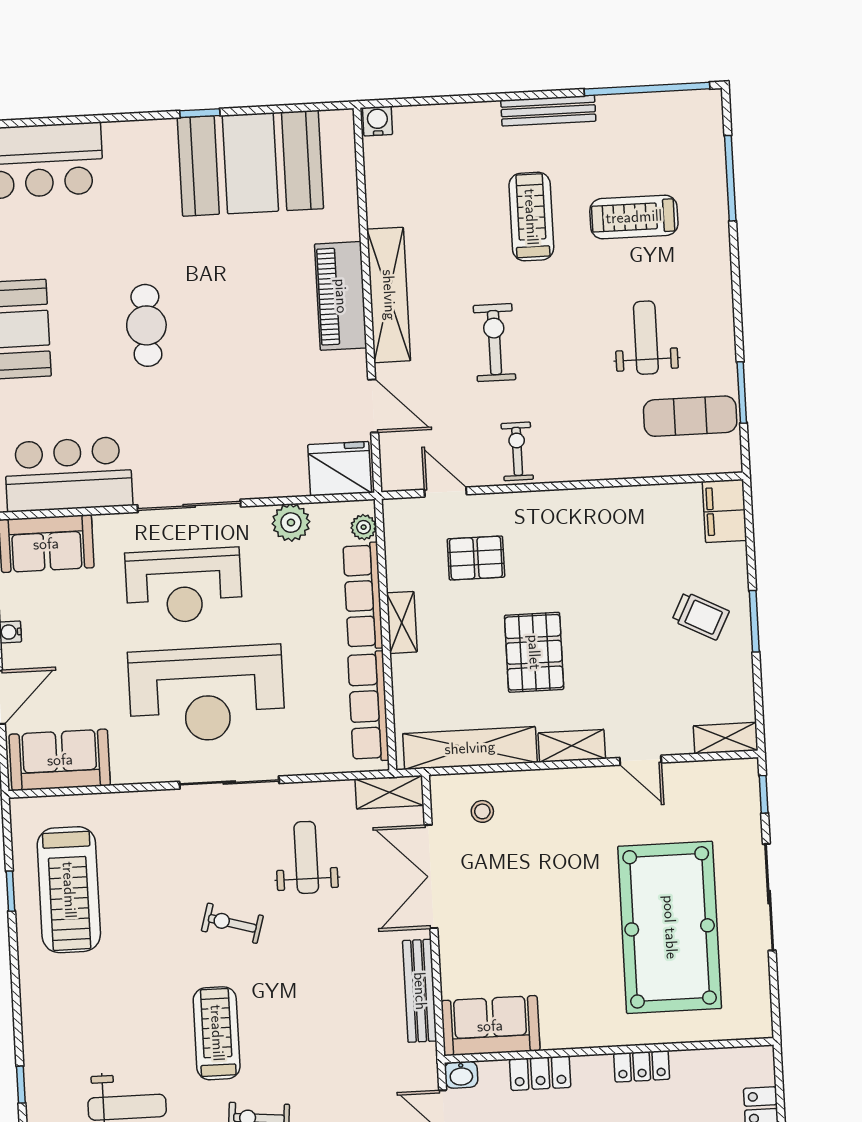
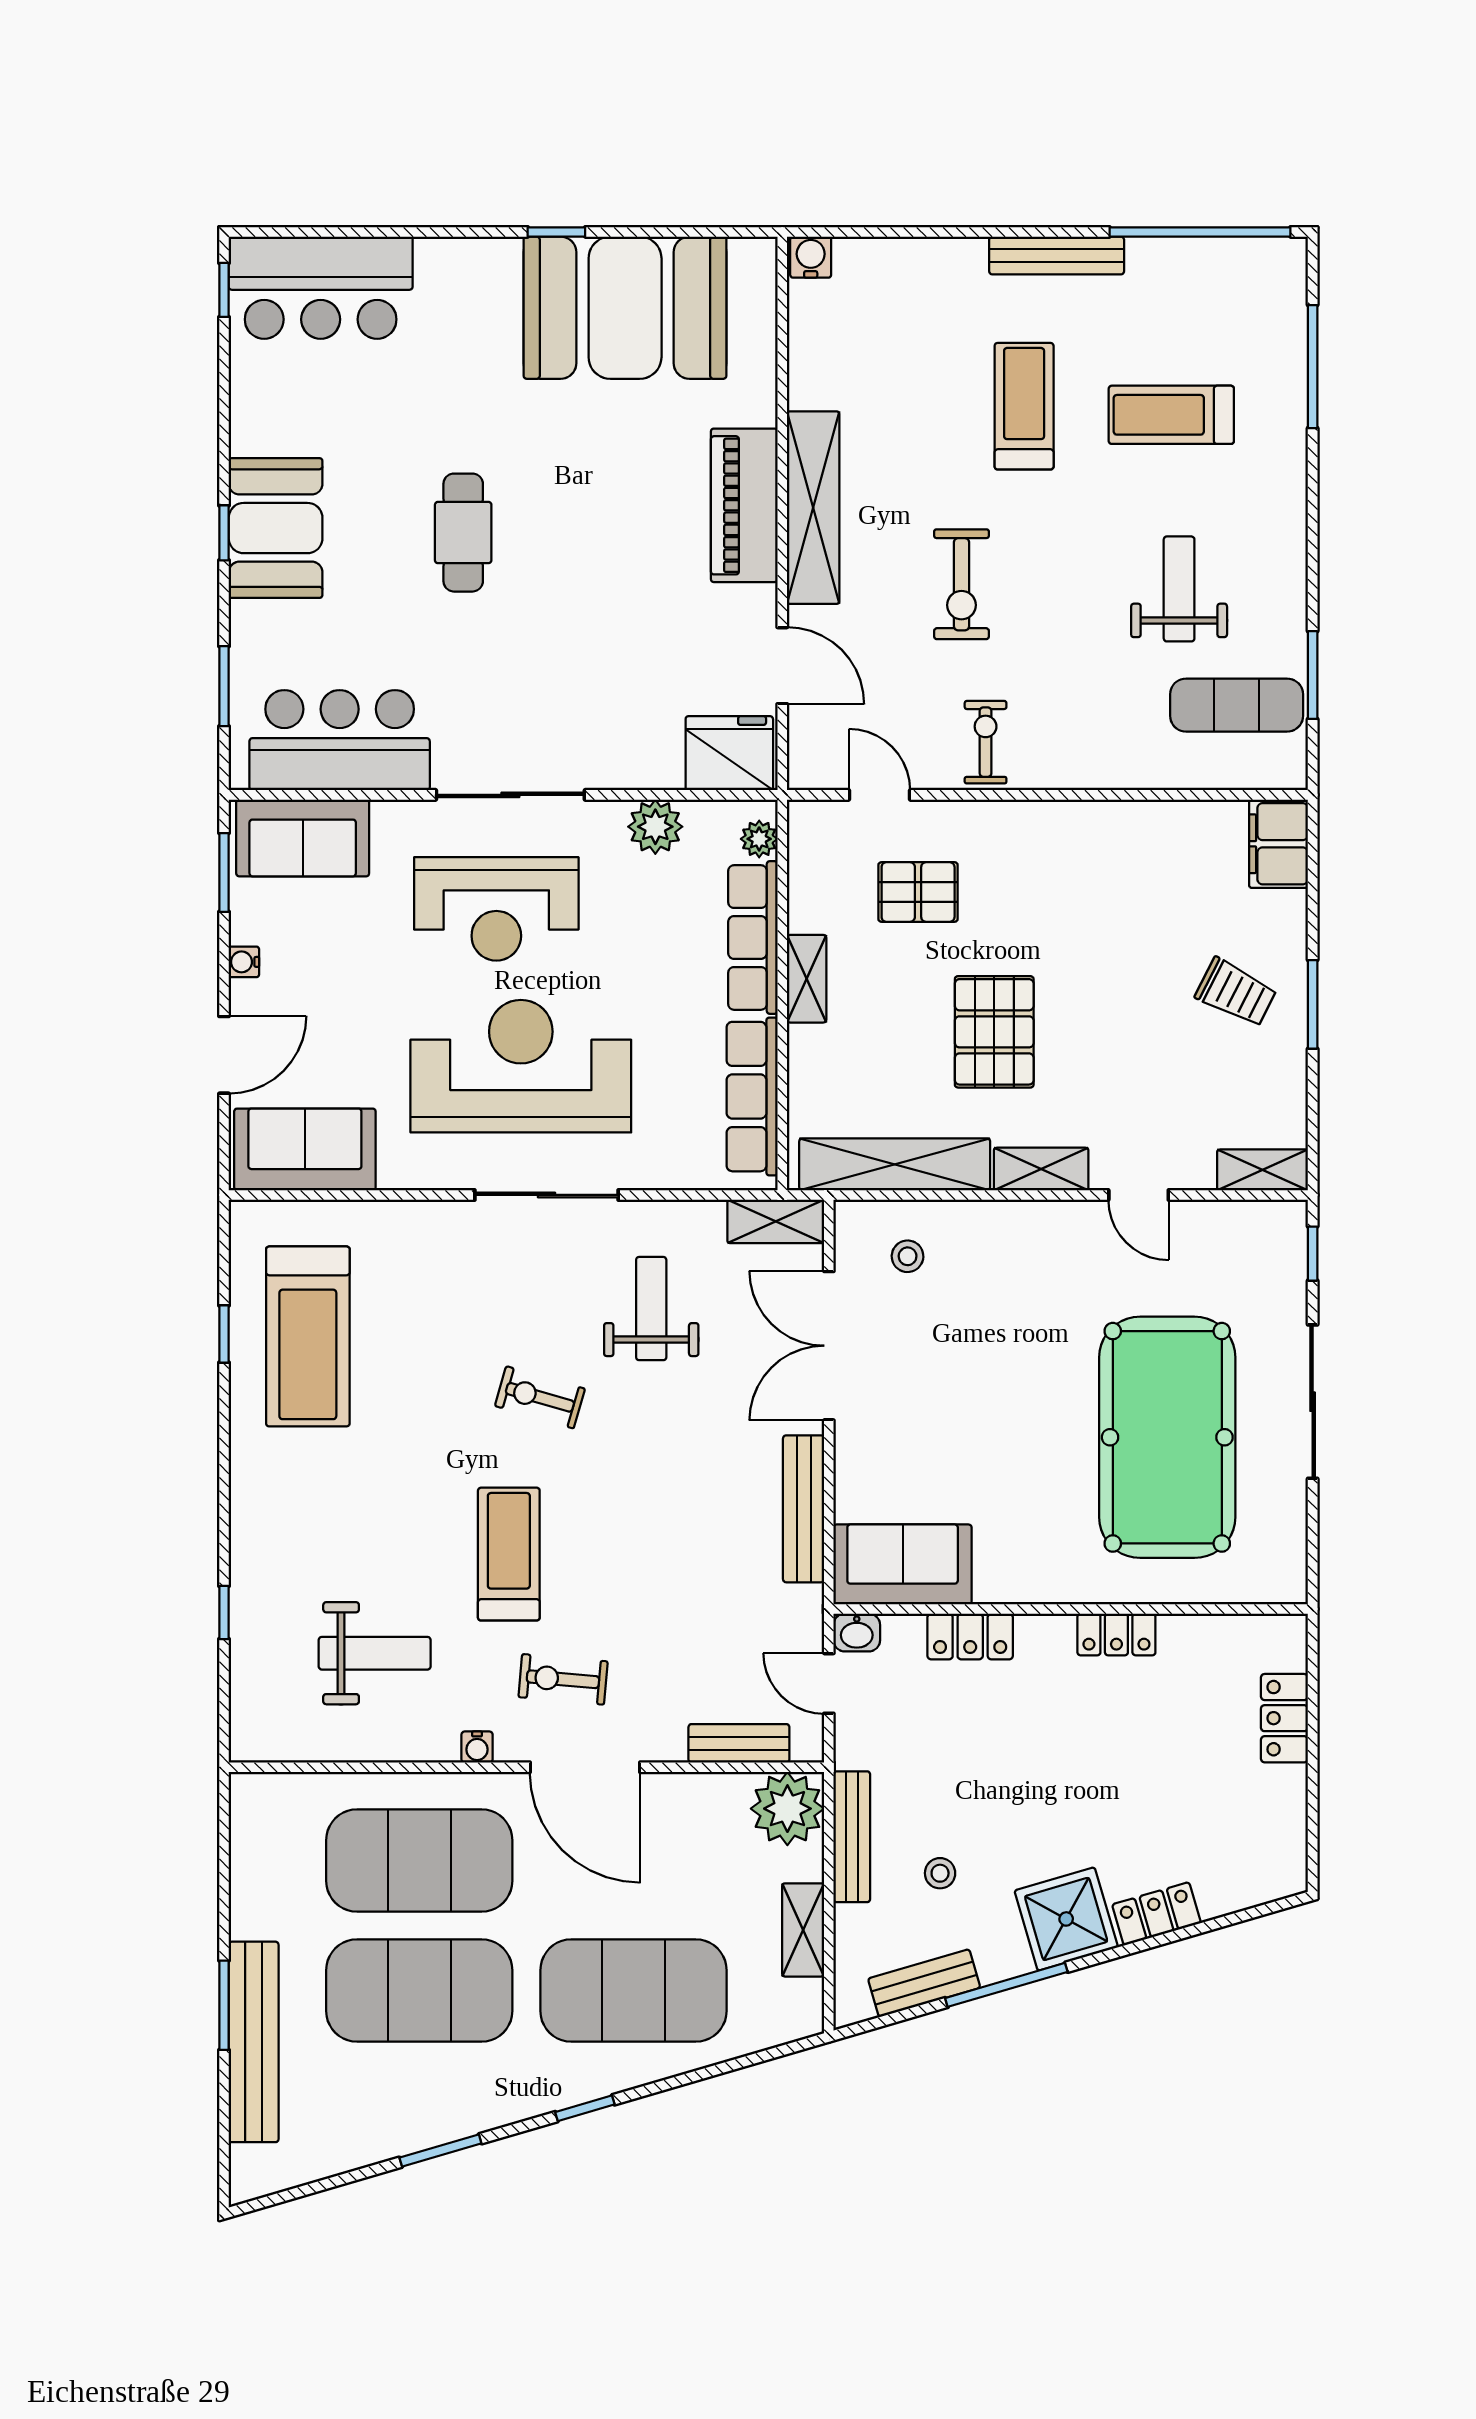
exercise bike: (495, 343) -> (961, 584), turned 180
reception desk: (207, 694) -> (521, 1066), turned 180

